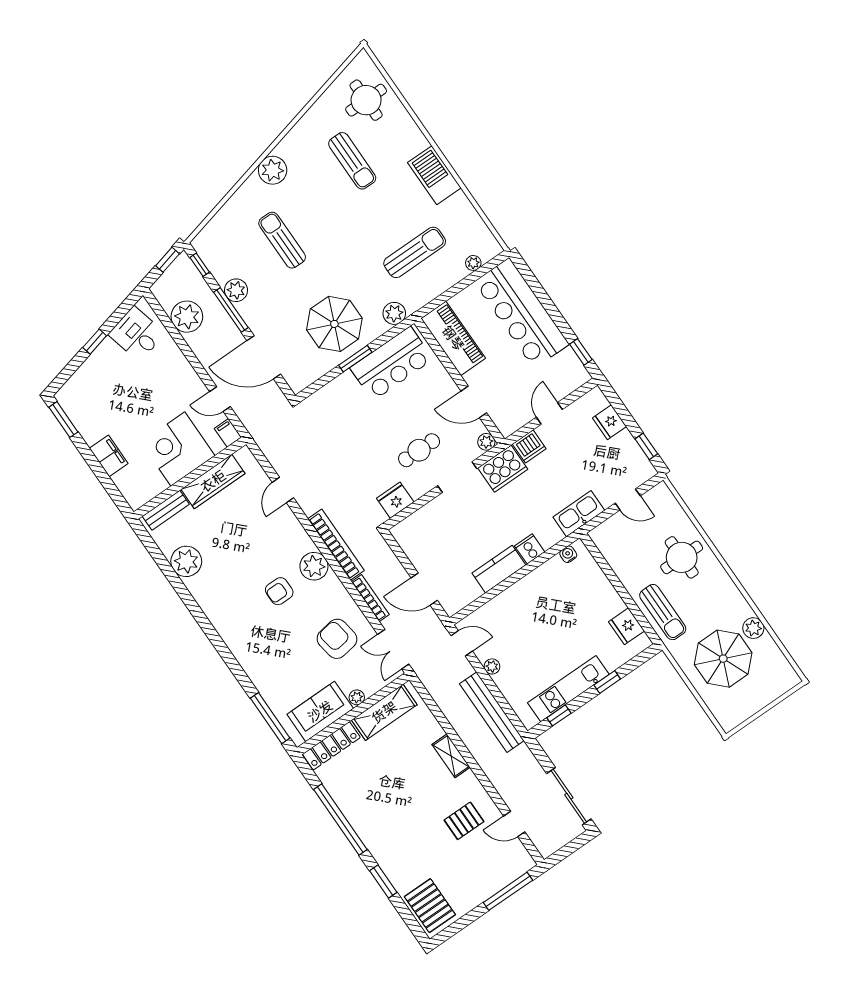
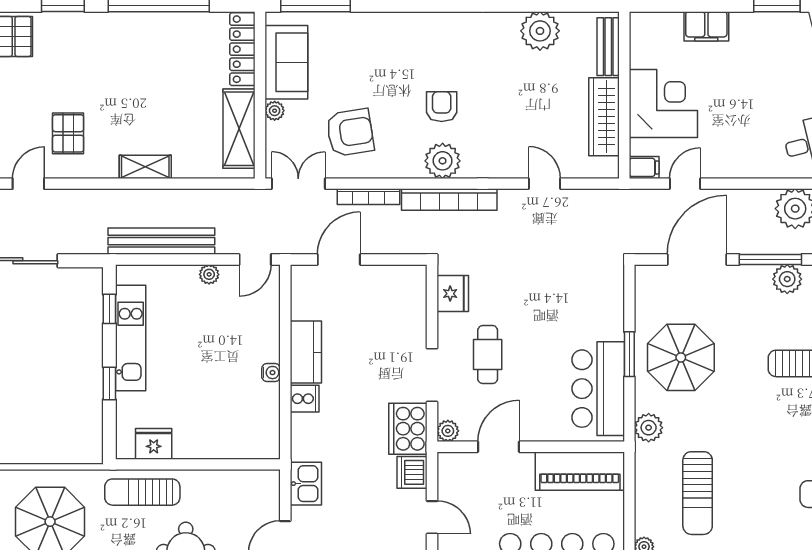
kitchen sink: (579, 514) -> (306, 484), width x0.73
water cooler: (568, 554) -> (271, 373), moved

